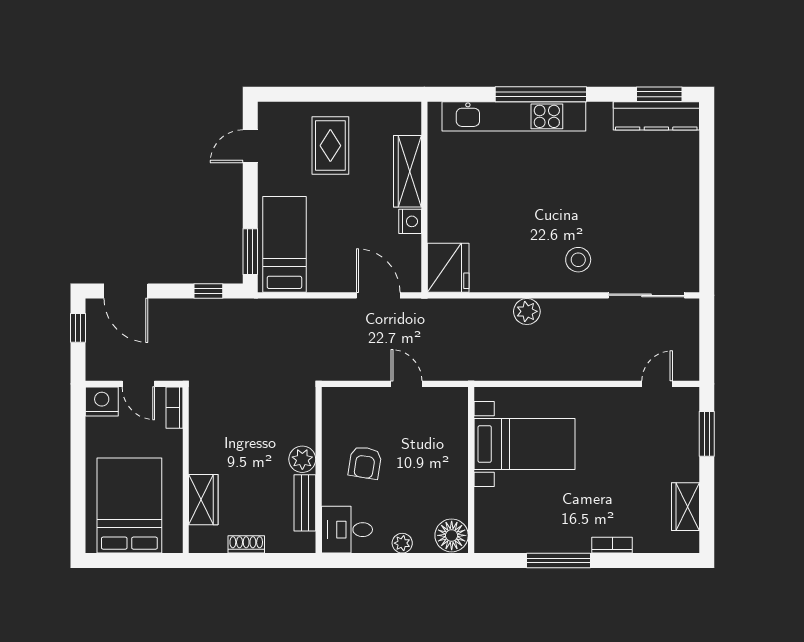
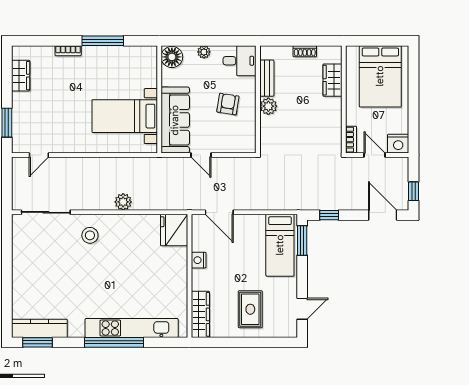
wardrobe: (407, 171) -> (200, 314), moved
sofa: (446, 438) -> (175, 120), added

